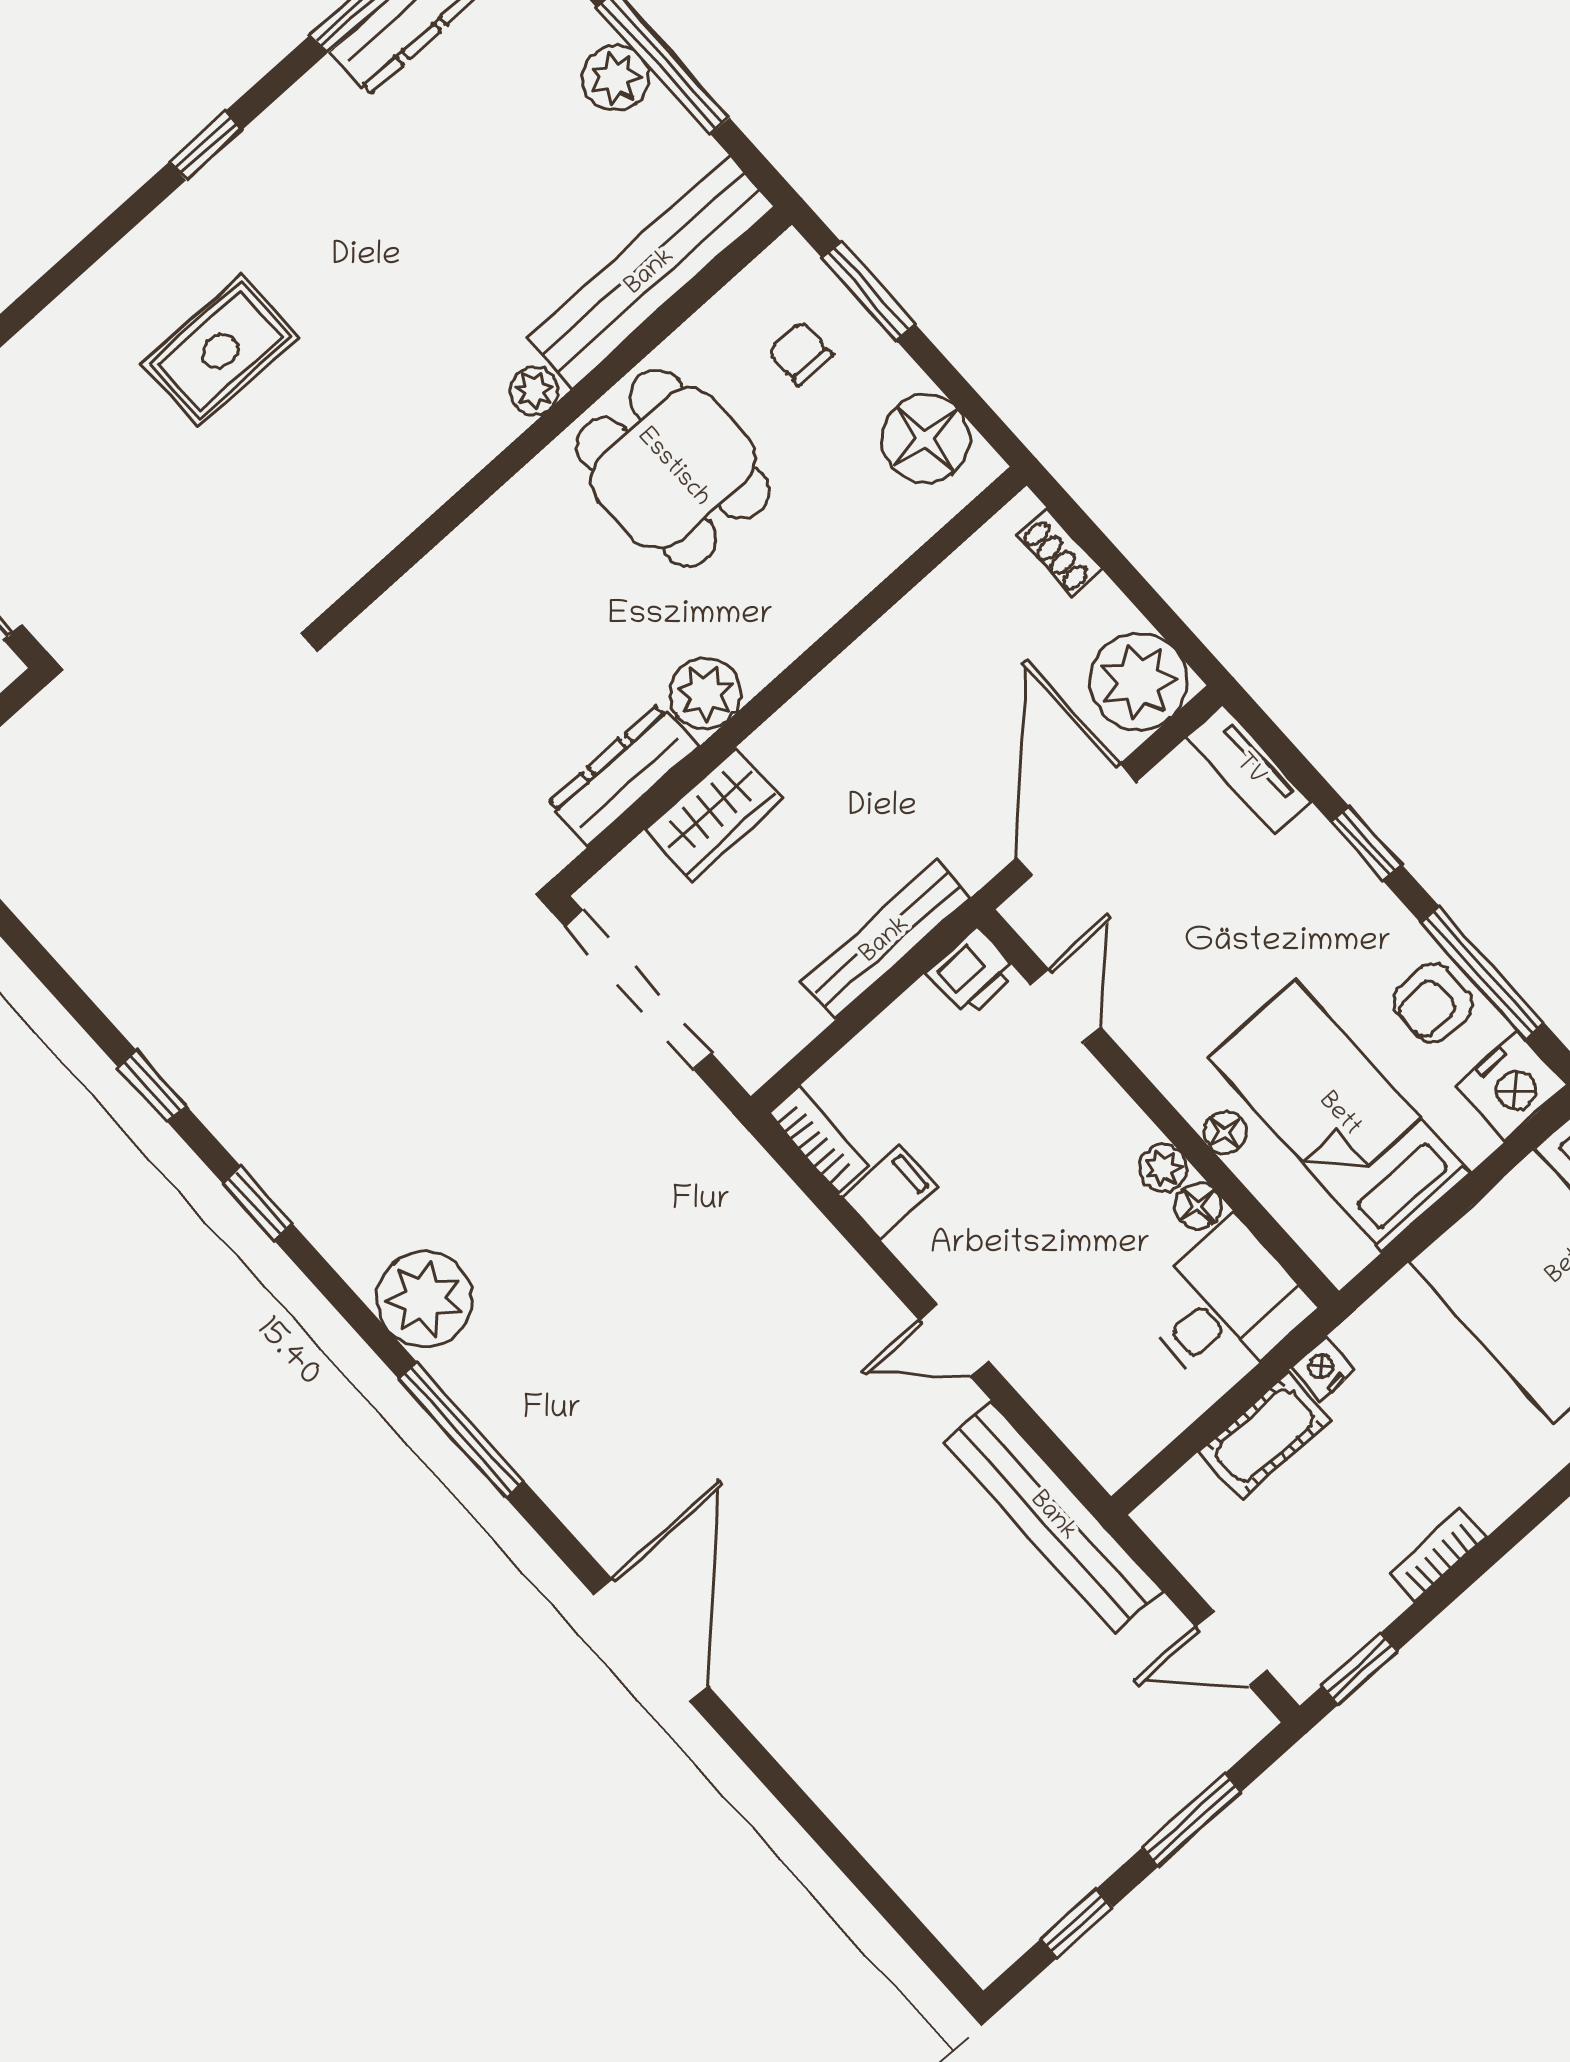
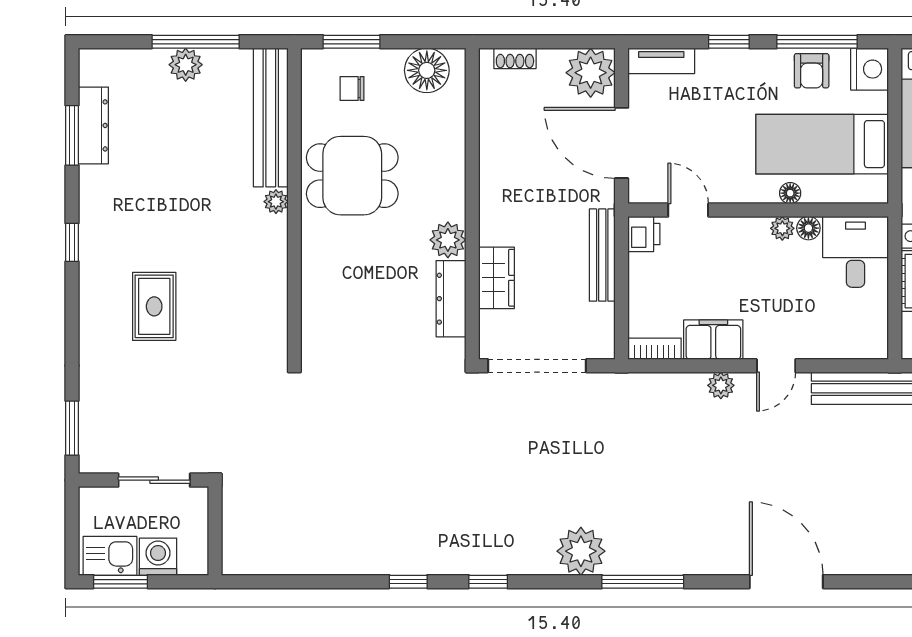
filing cabinet: (890, 1192) -> (713, 340), width x2.00
plant: (852, 1285) -> (721, 385), added

